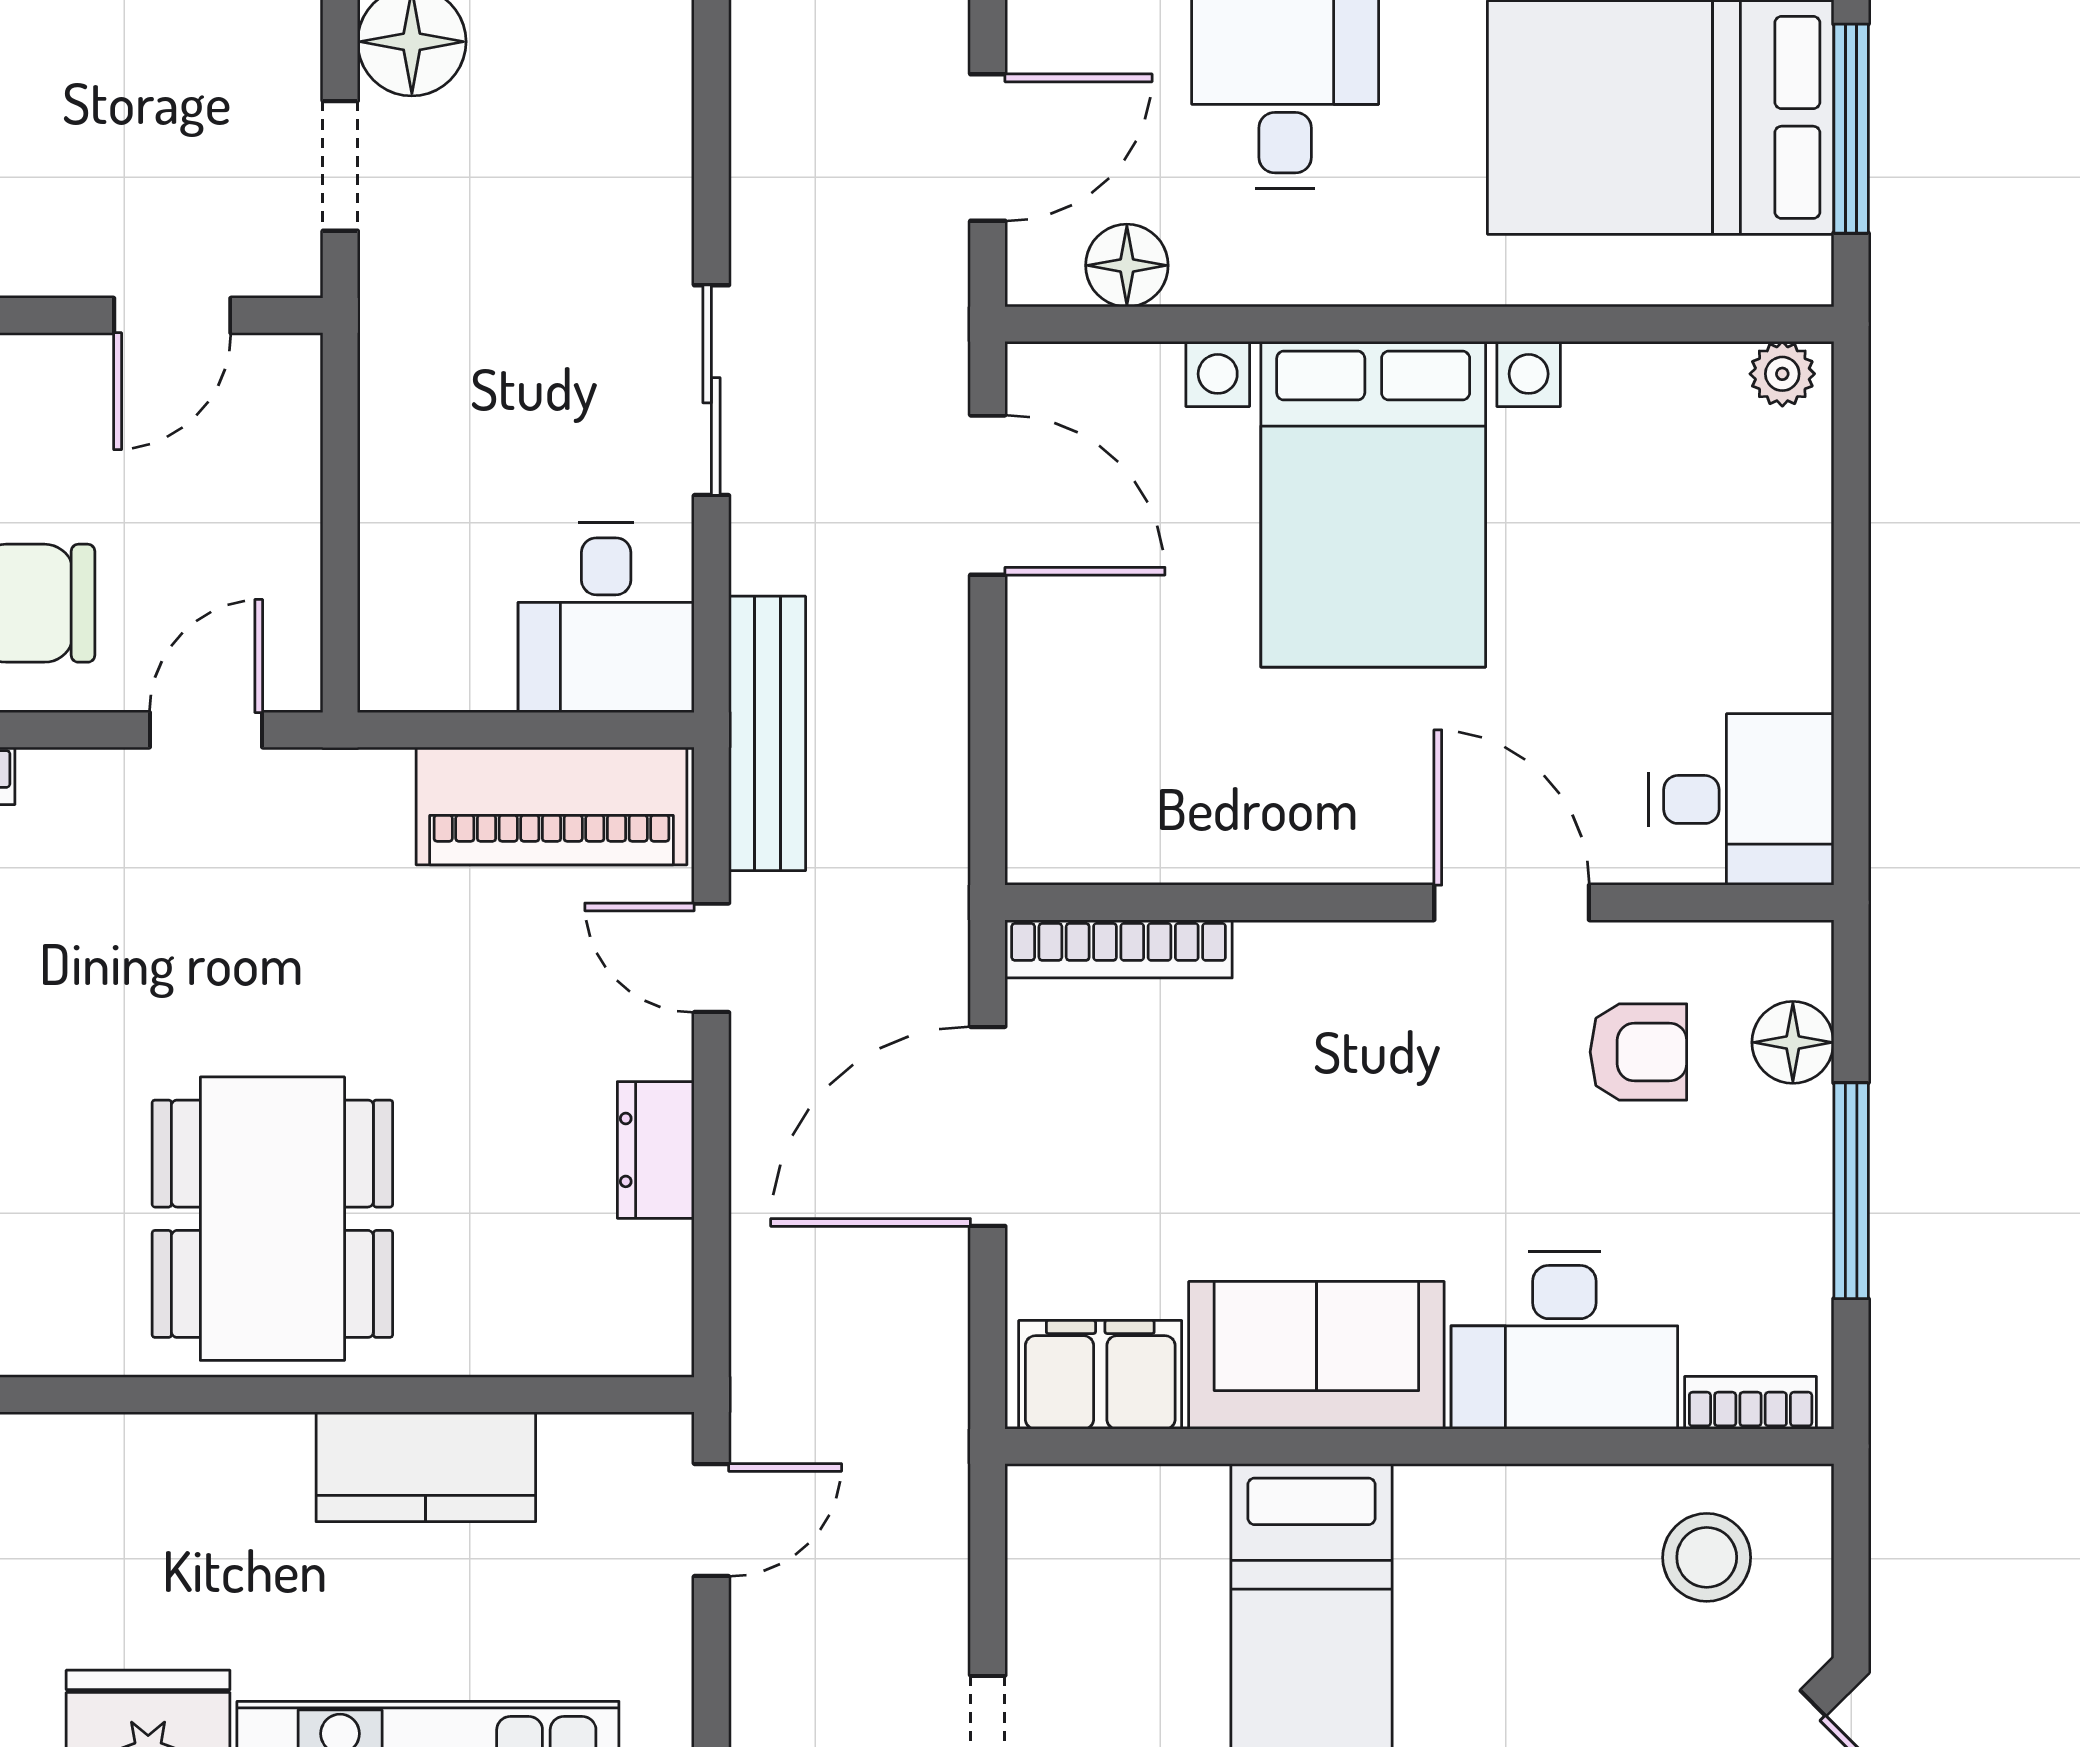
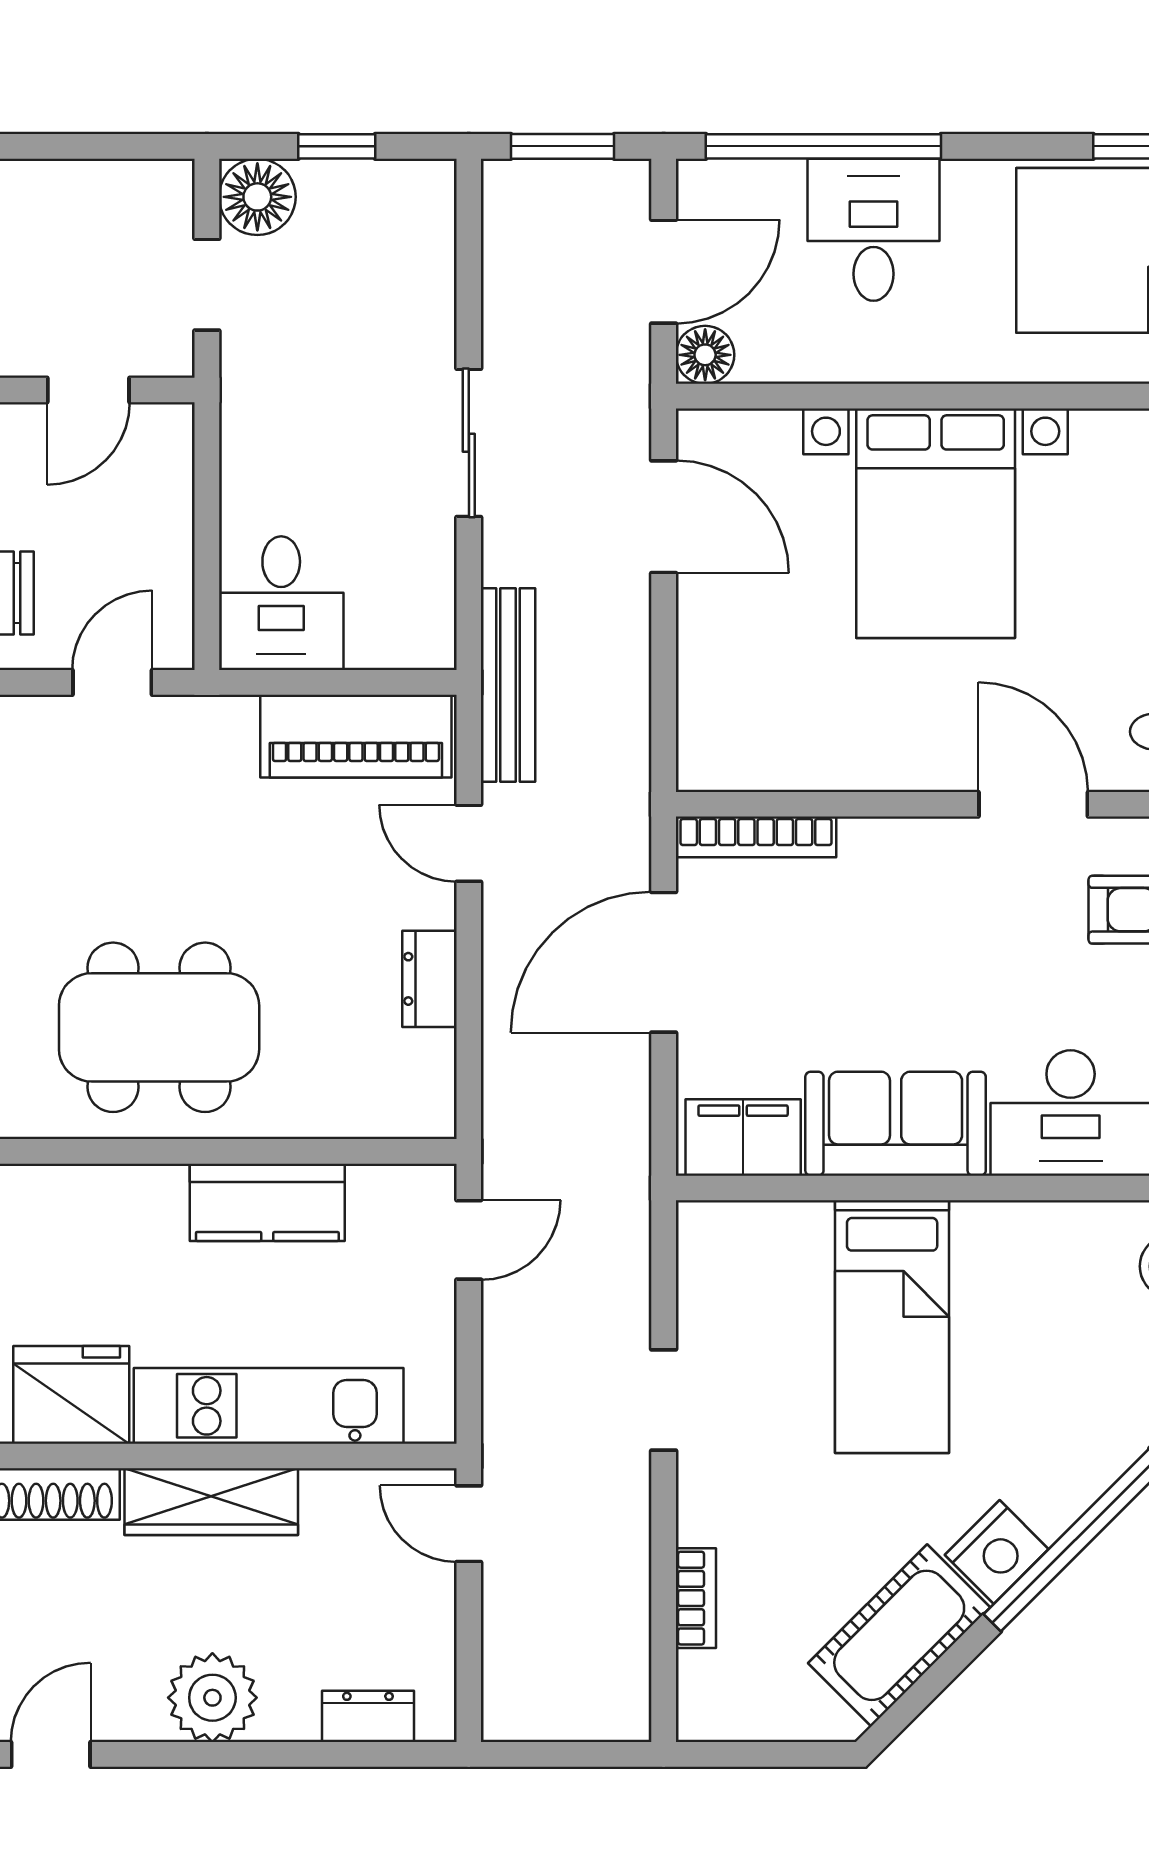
floor lamp: (1127, 265) -> (705, 355), moved
desk: (606, 618) -> (281, 603), moved
dining table: (272, 1219) -> (159, 1027), turned 90

